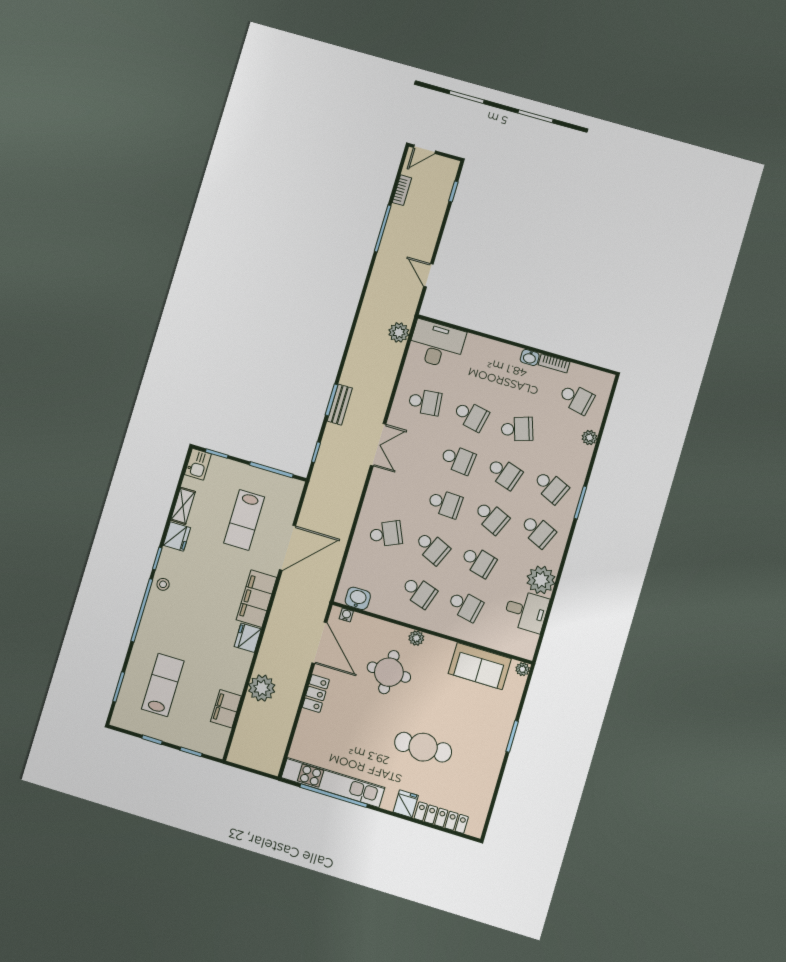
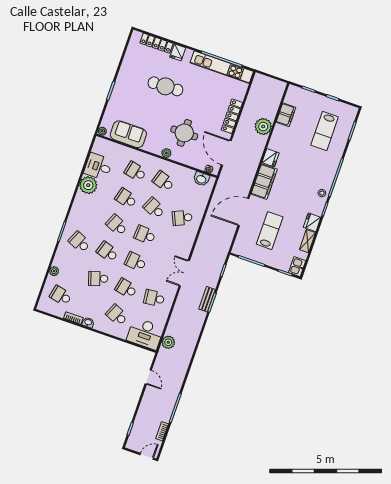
school desk: (538, 531) -> (117, 315), moved
locker: (316, 693) -> (232, 116), width x1.53

